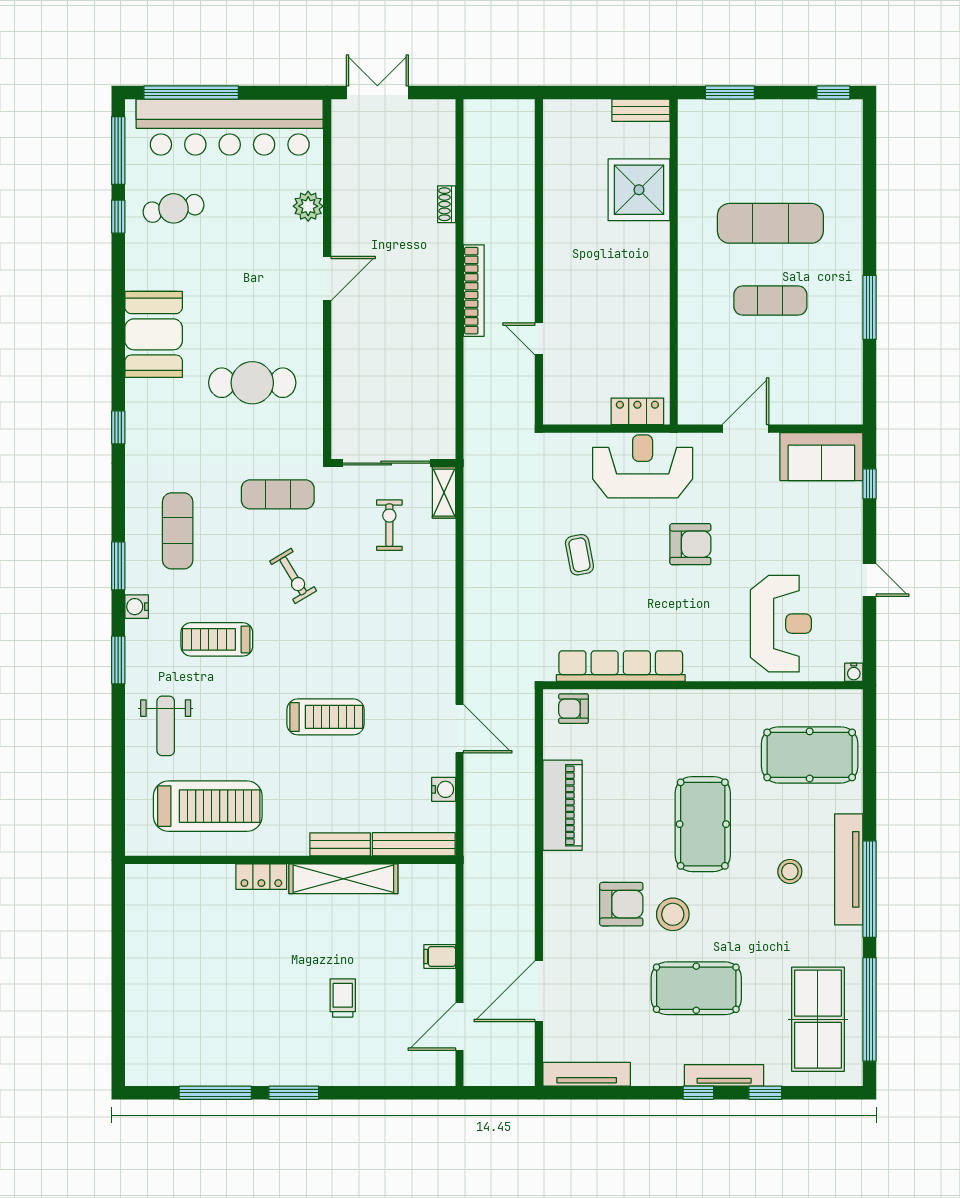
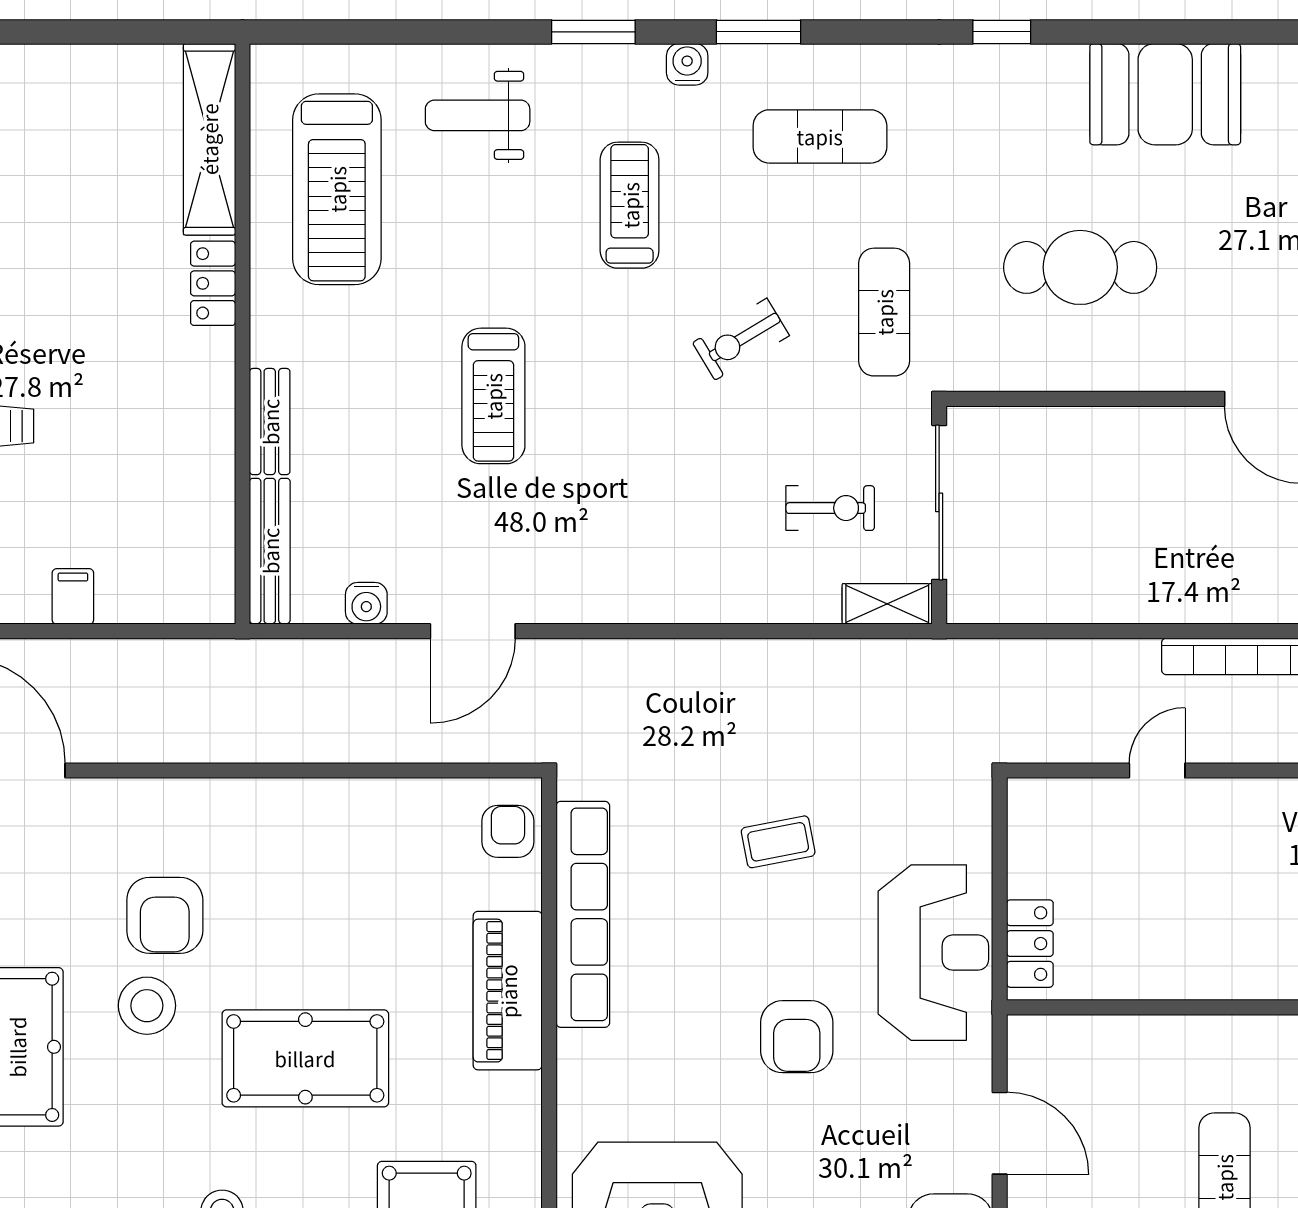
cafe table: (252, 383) -> (1080, 267), turned 90
piano: (562, 805) -> (508, 991), moved, turned 90
shelving: (343, 879) -> (209, 139), moved

